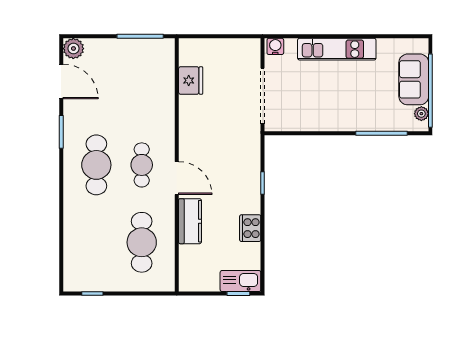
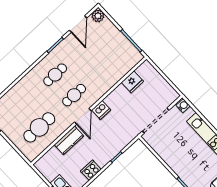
dishwasher: (189, 149) -> (101, 110), added
cafe table: (96, 165) -> (55, 75), width x0.73, depth x0.74

